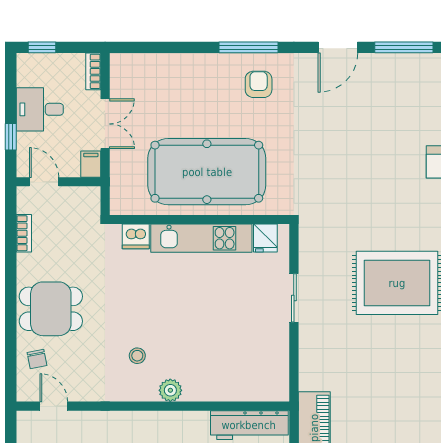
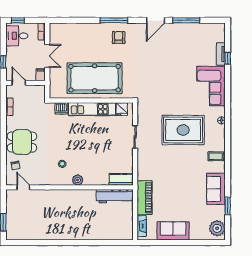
desk: (40, 109) -> (17, 36), moved
kitchen counter: (264, 389) -> (121, 179), added

